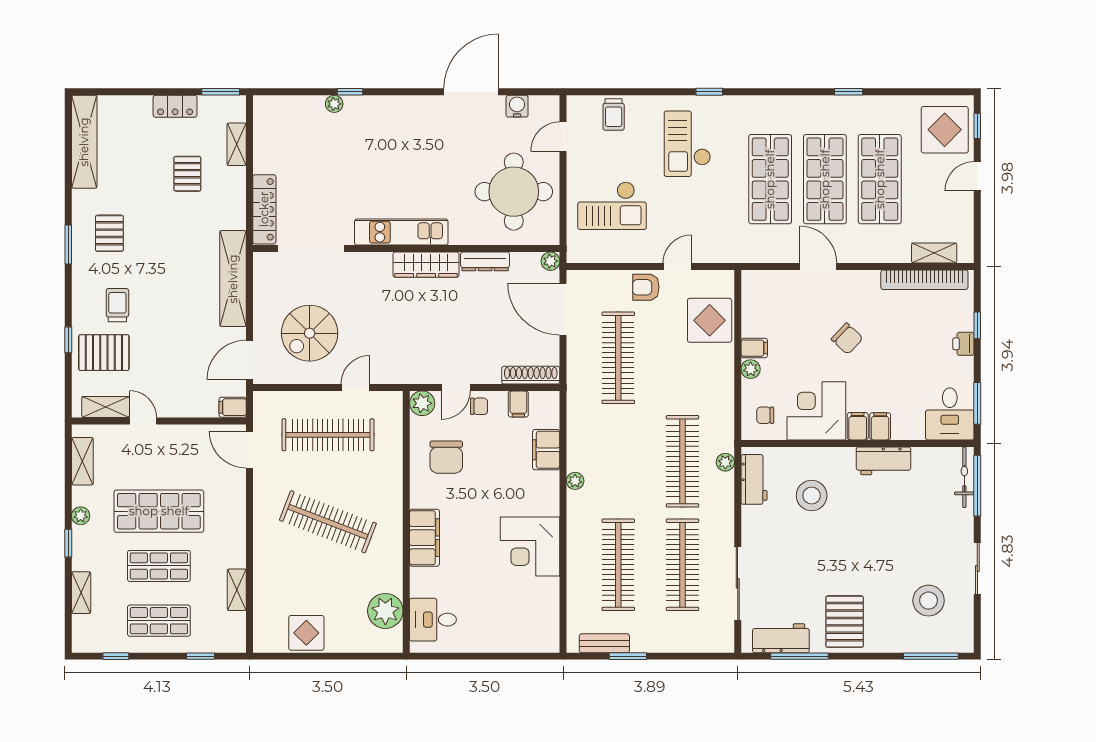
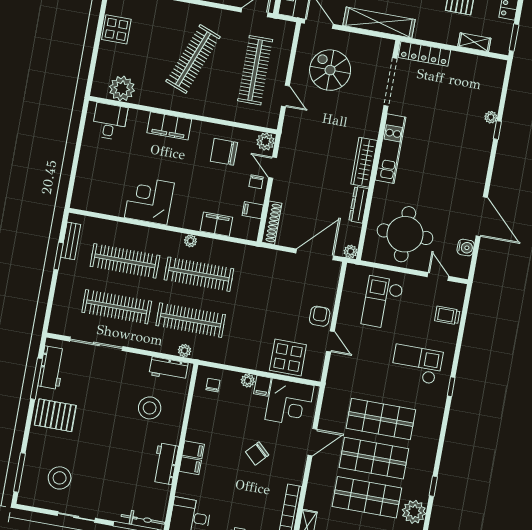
plant: (888, 112) -> (414, 512), added
clothes rail: (618, 358) -> (199, 274), moved
corner desk: (816, 411) -> (289, 403), moved, turned 90

